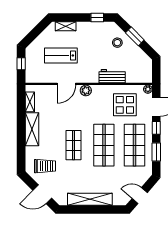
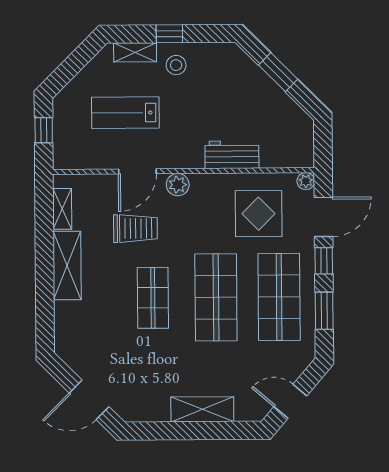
window: (97, 17) -> (169, 34), moved
stool: (117, 43) -> (176, 65), moved
trolley: (45, 166) -> (135, 228), moved
shelving: (90, 199) -> (202, 409), width x0.68

